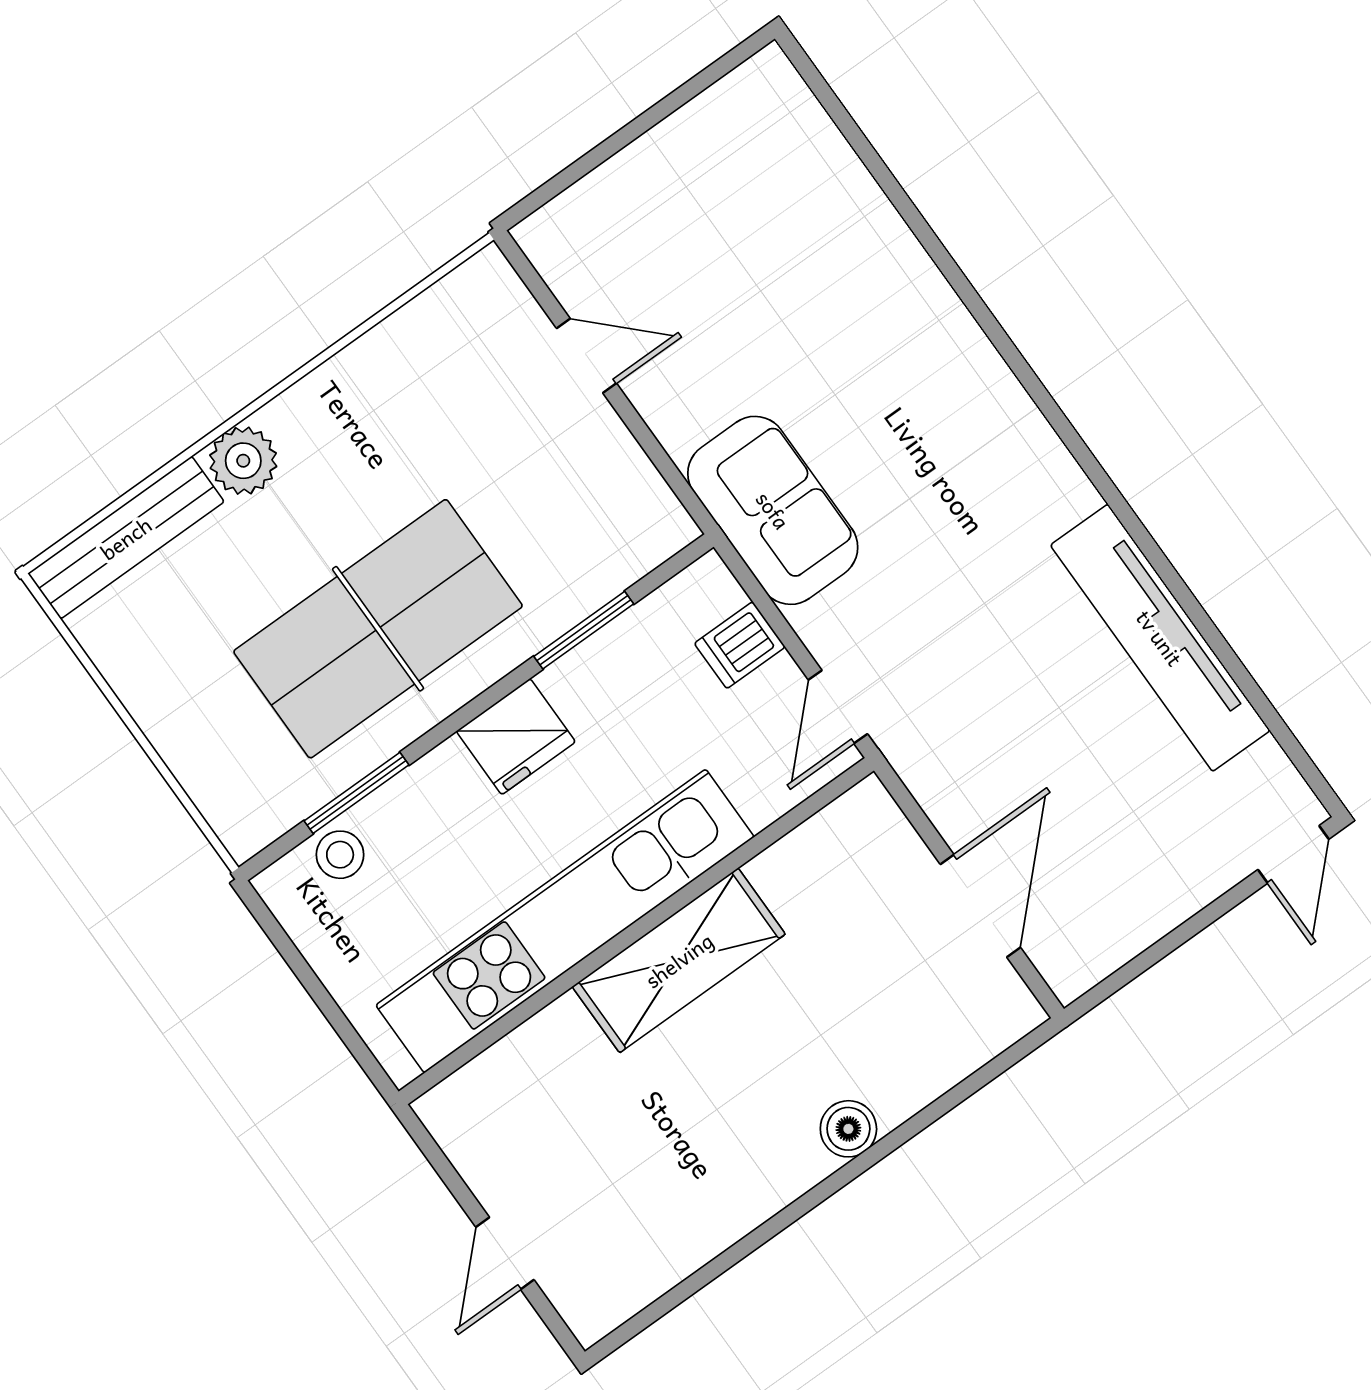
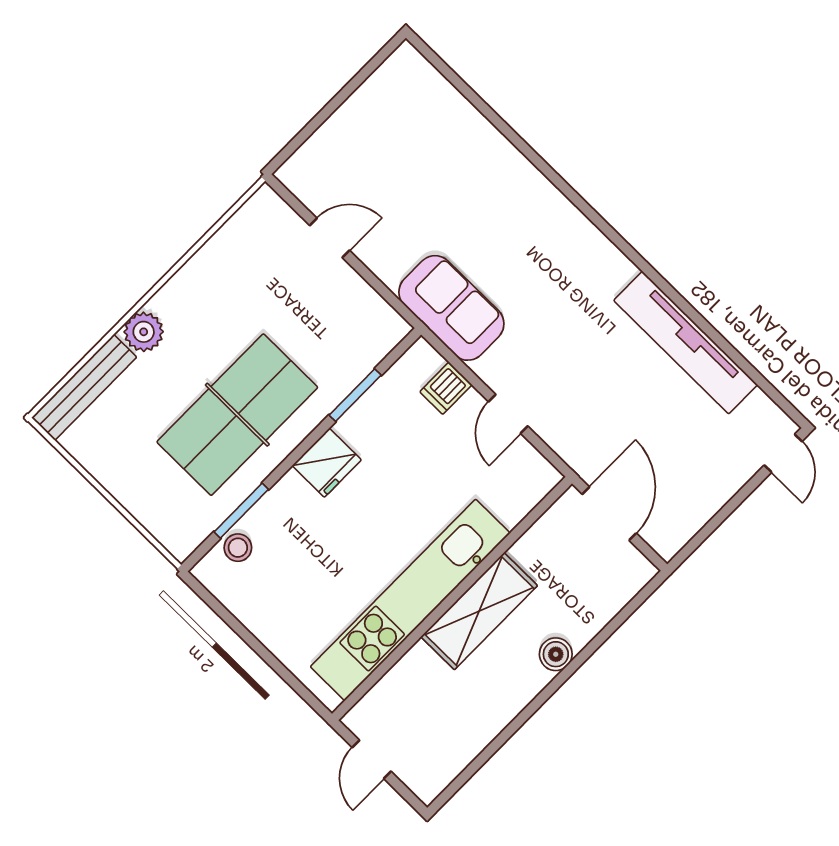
kitchen unit: (565, 921) -> (410, 600), moved
wall: (636, 931) -> (452, 599), moved
shelving: (679, 960) -> (479, 611), moved

